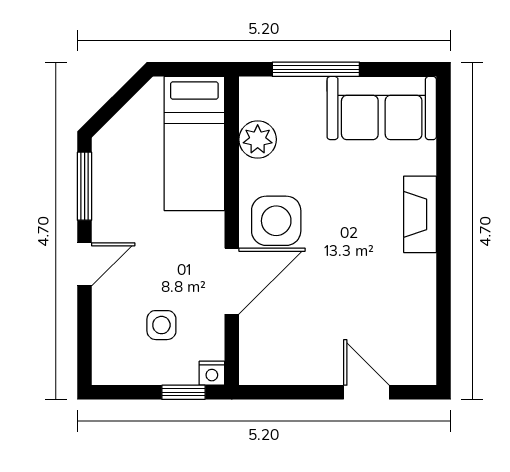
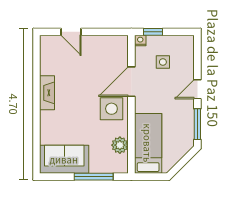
fireplace: (420, 214) -> (47, 93), moved

